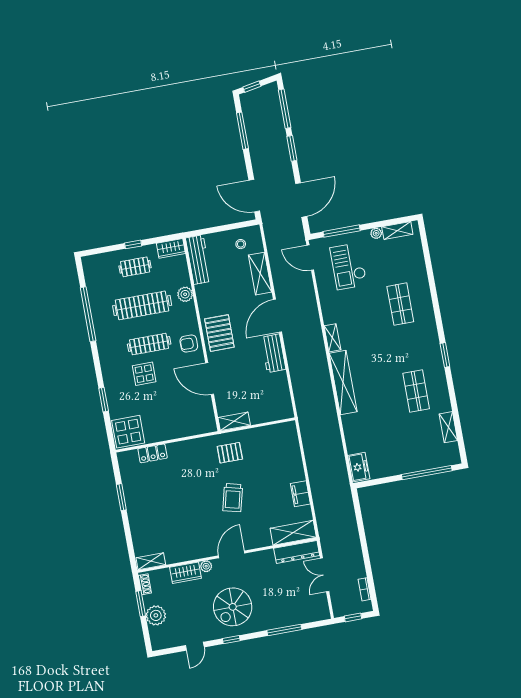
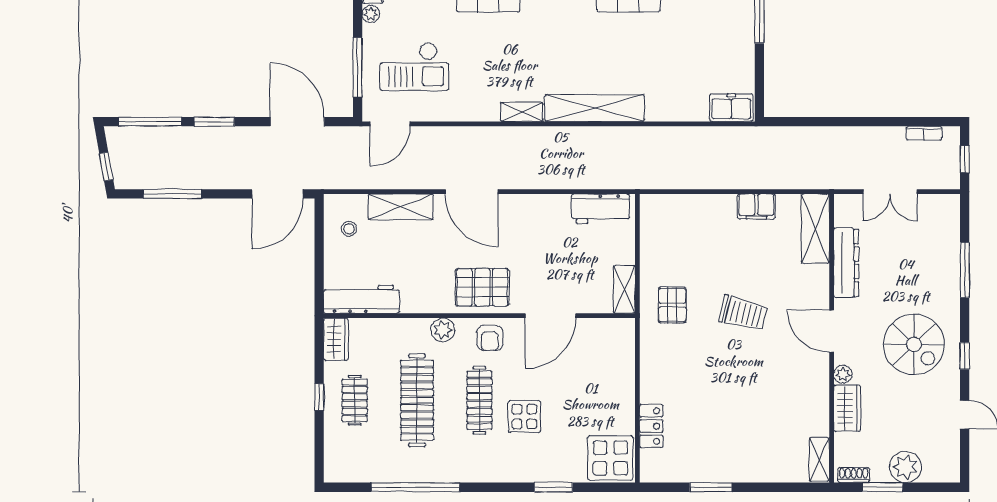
plant: (185, 294) -> (443, 330), moved
workbench: (273, 353) -> (600, 209), moved
dresser: (297, 552) -> (846, 263), moved

